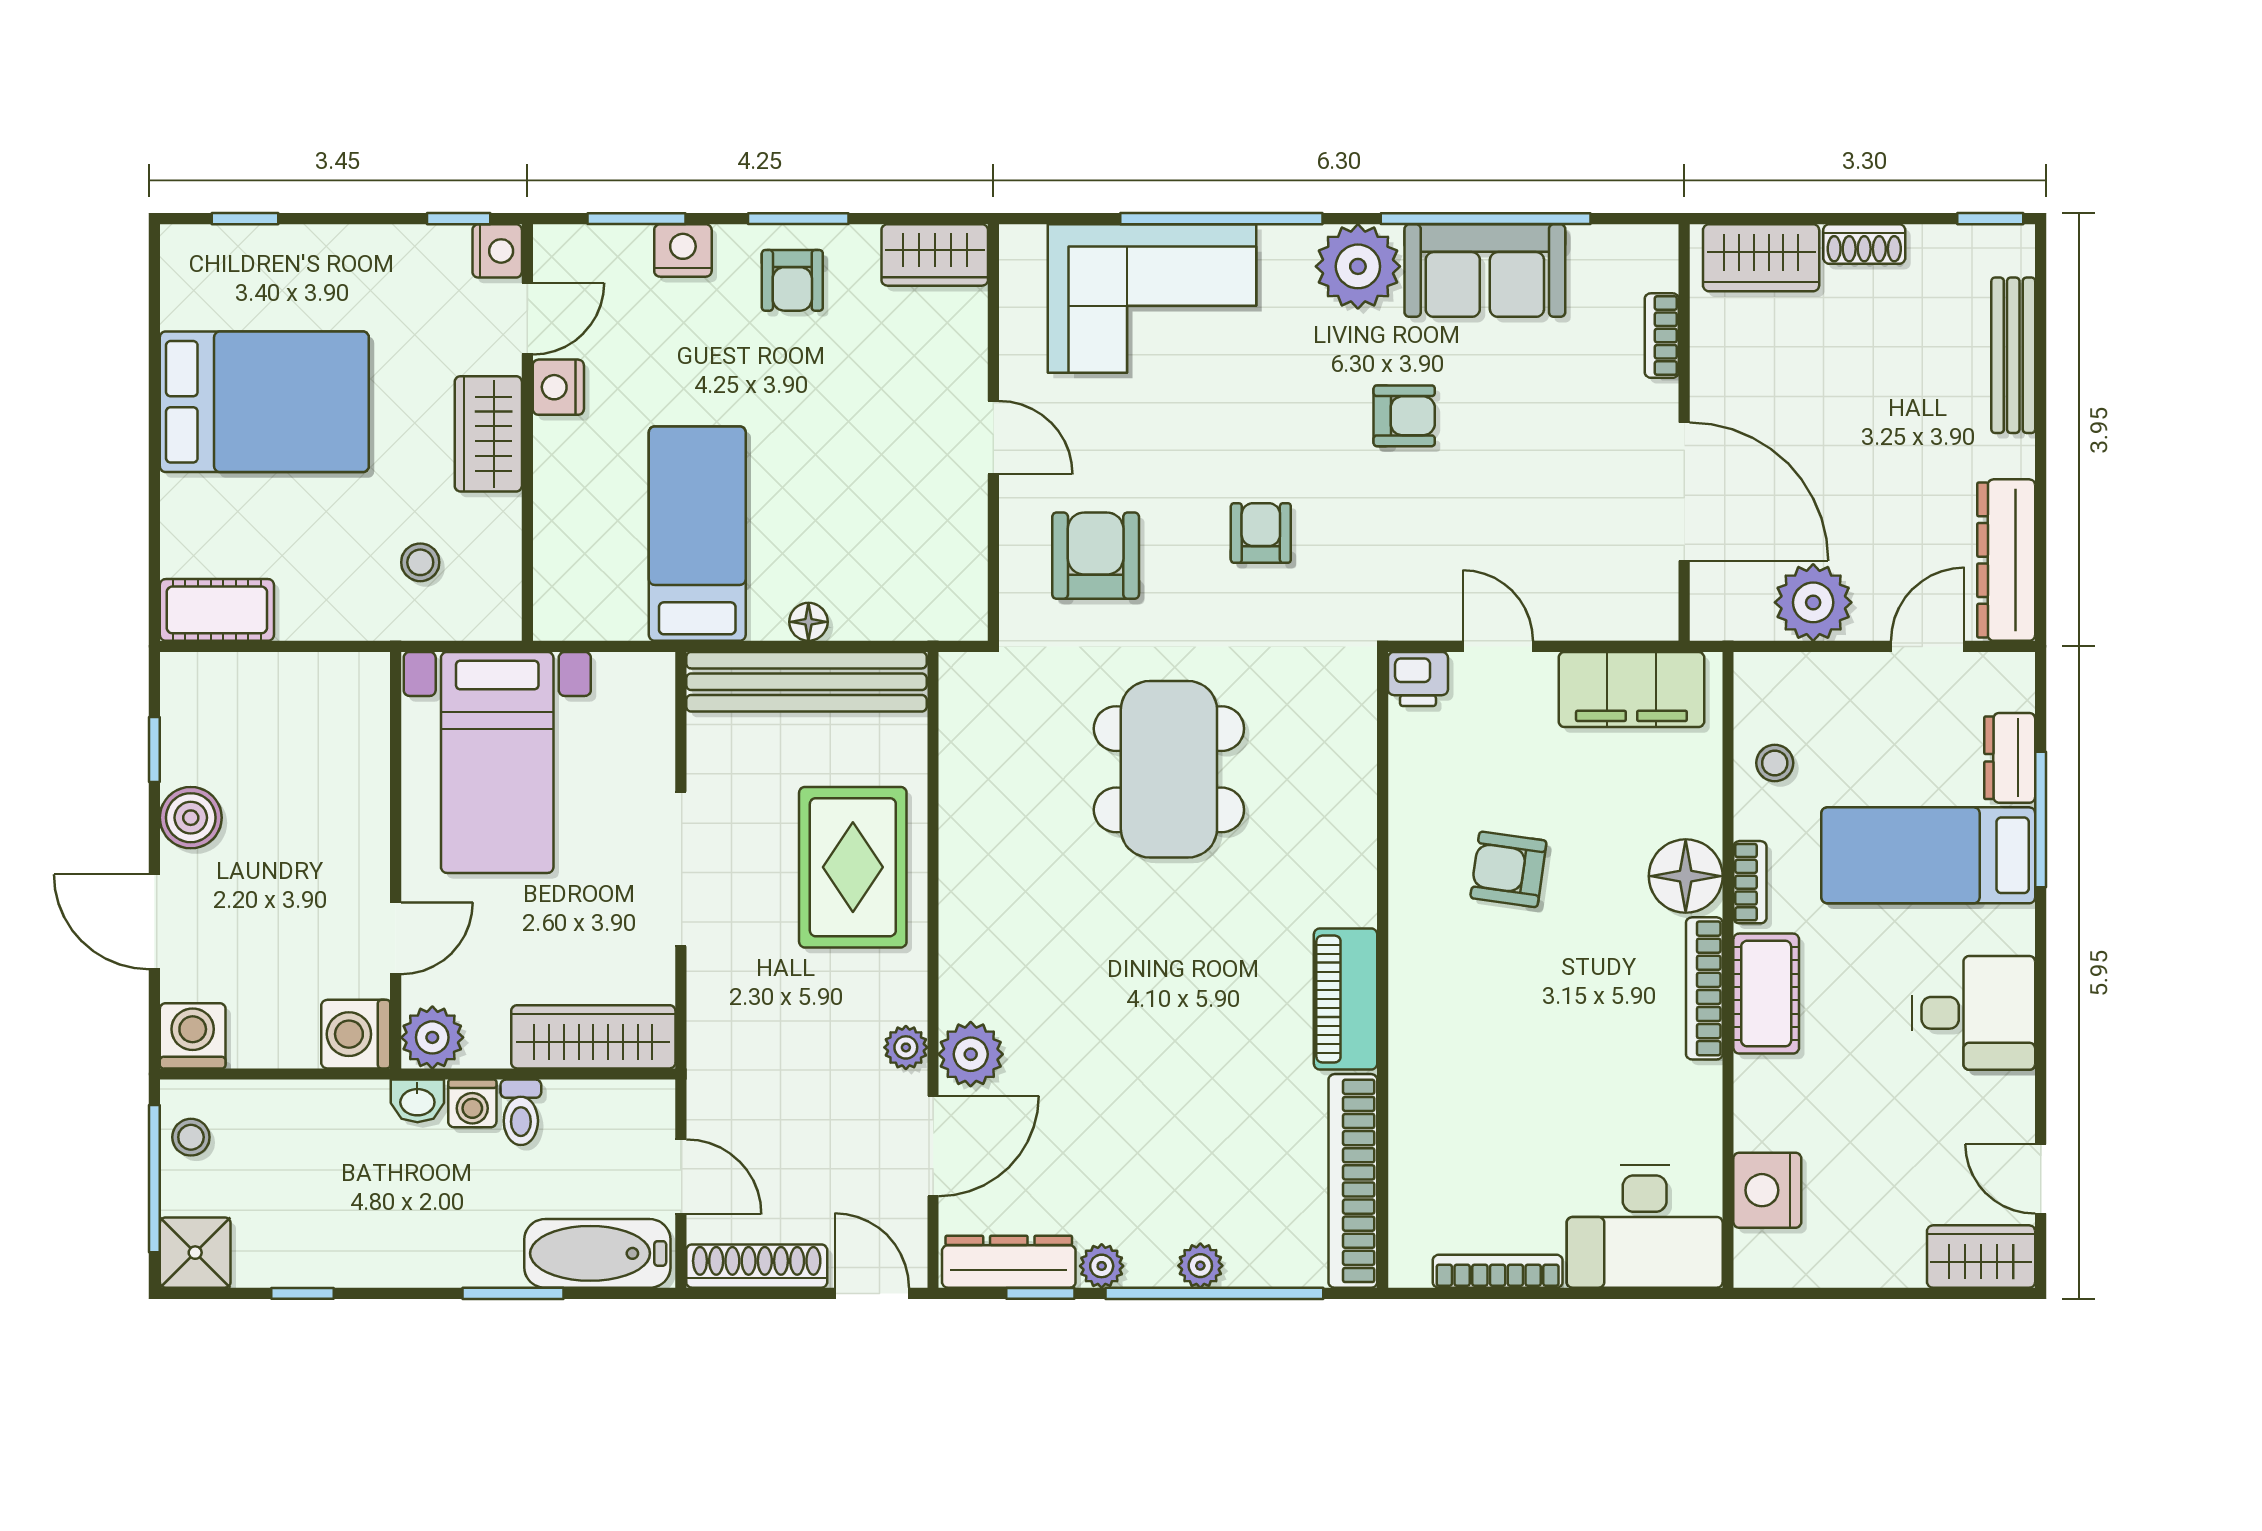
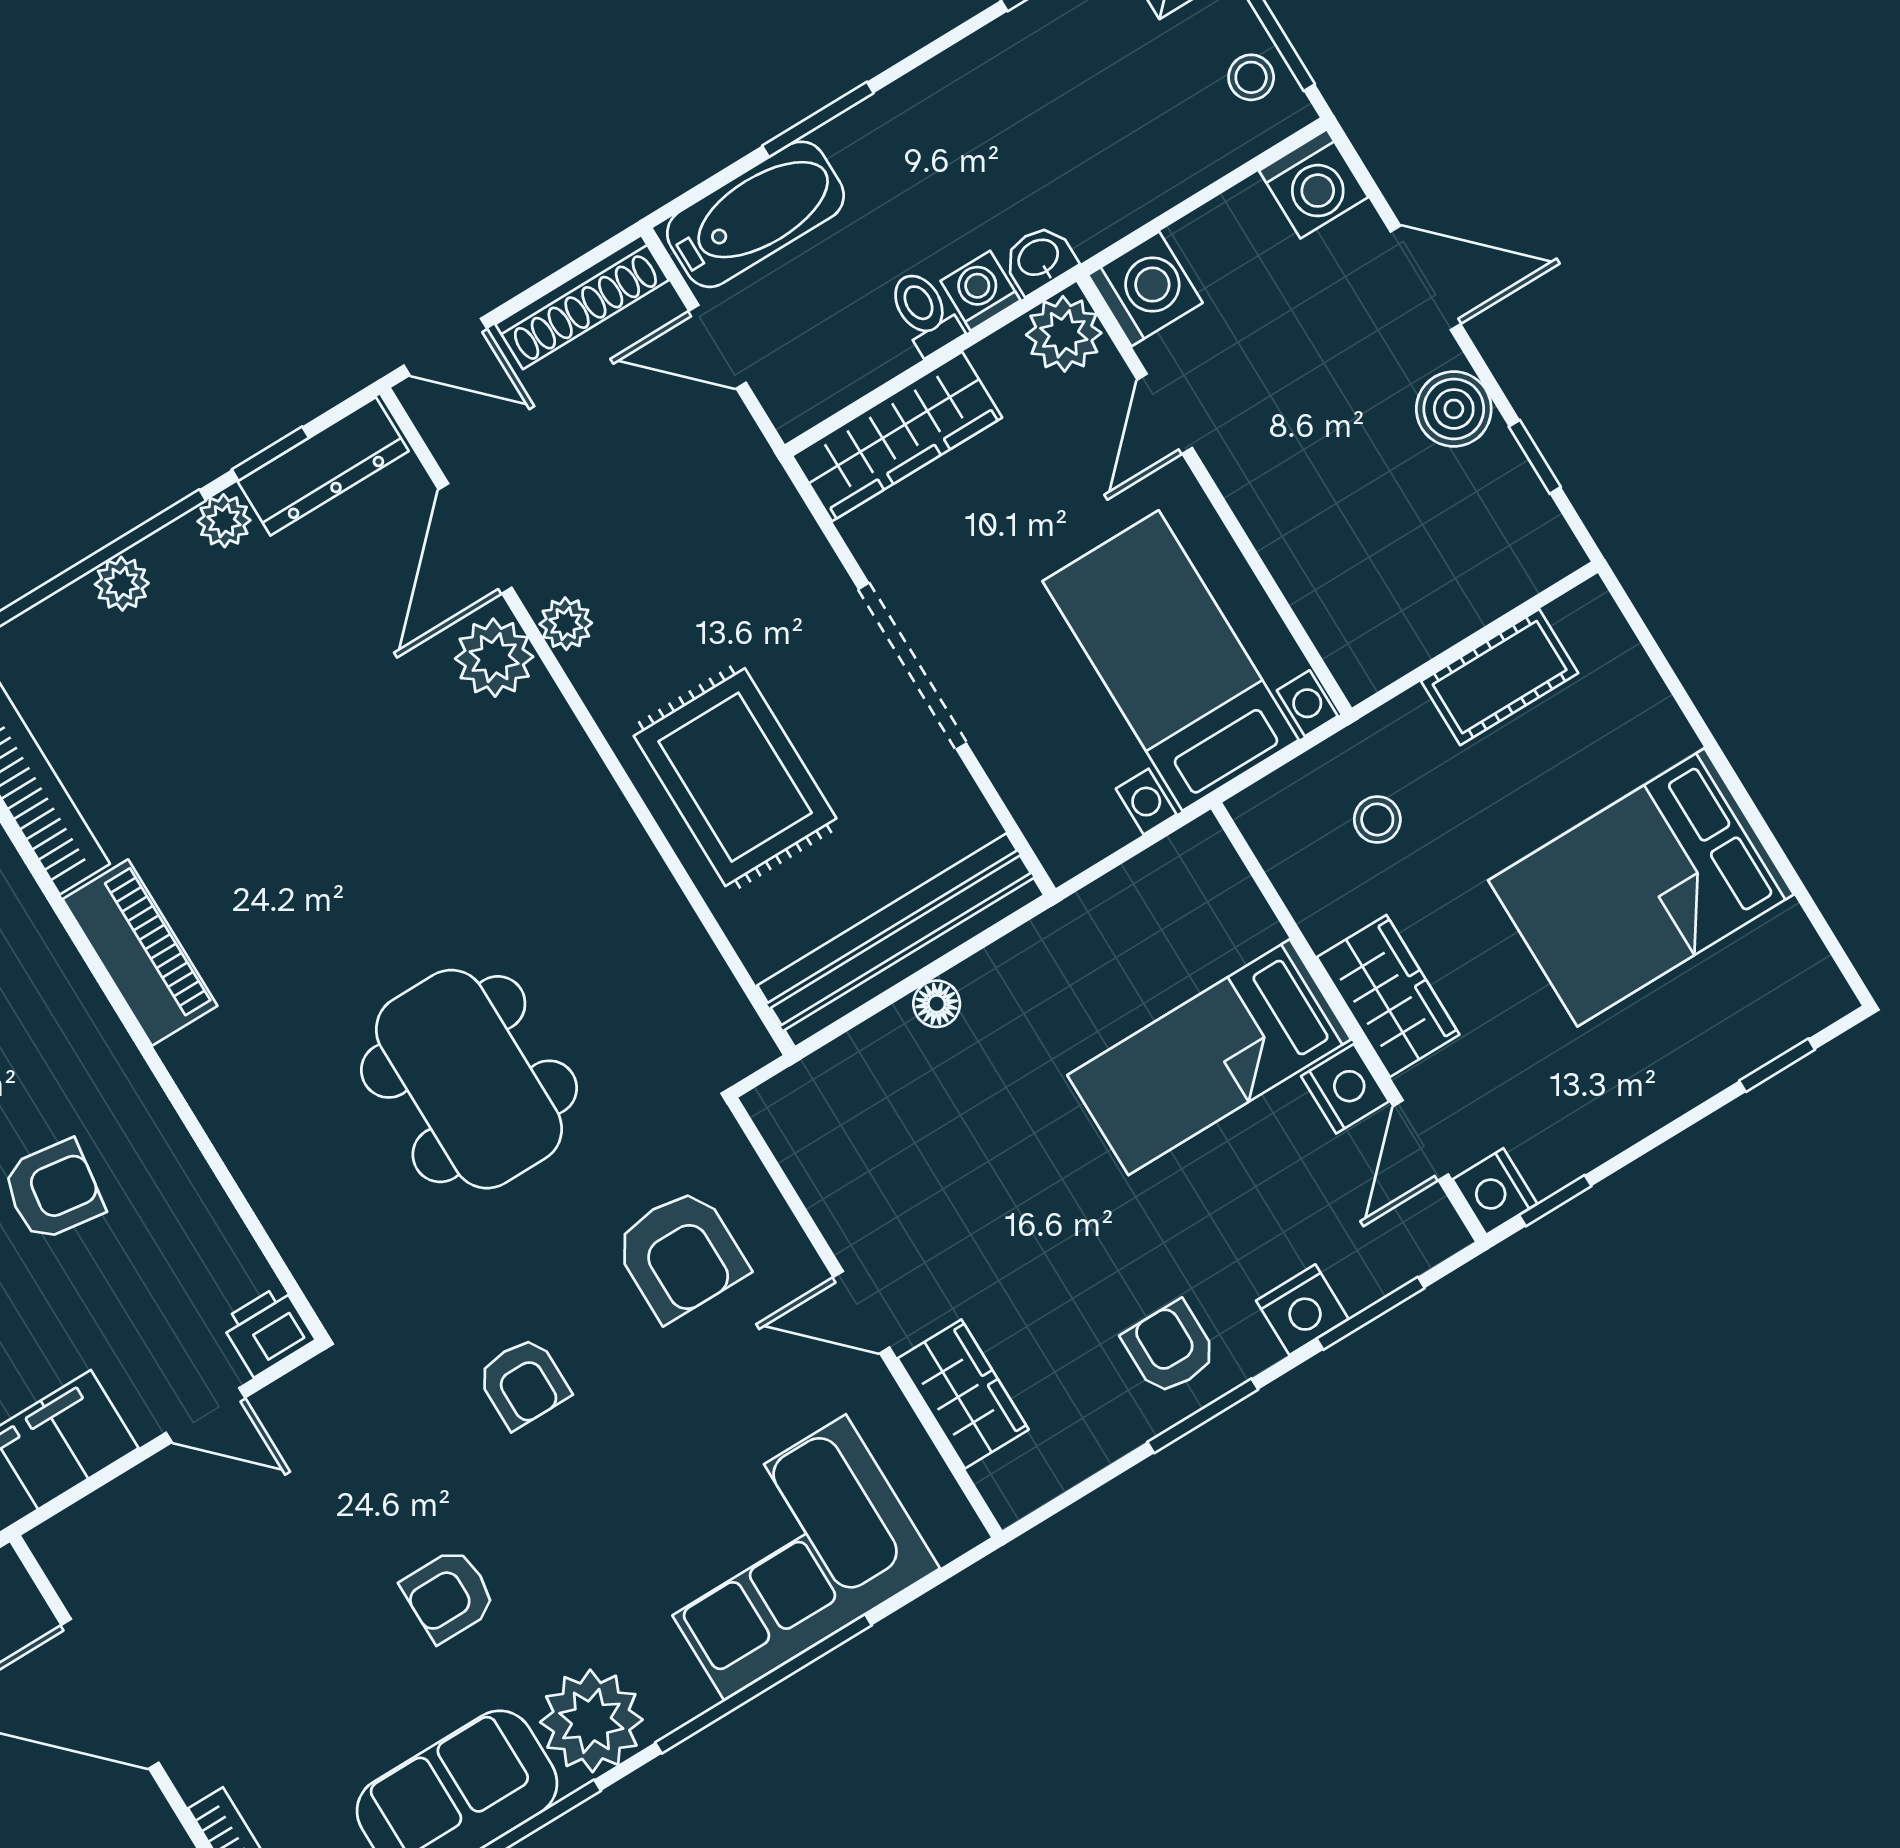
wardrobe: (935, 255) -> (963, 1394), moved, turned 90
bed: (697, 534) -> (1209, 1057), moved, turned 90
cot: (217, 610) -> (1500, 677), moved

